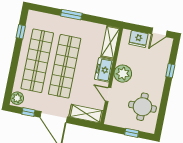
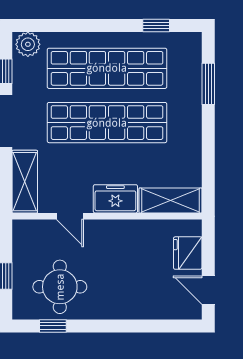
window: (71, 15) -> (208, 84), moved
window: (170, 71) -> (53, 326), moved
plant: (123, 74) -> (115, 236), removed
door: (108, 94) -> (70, 216), swing flipped

